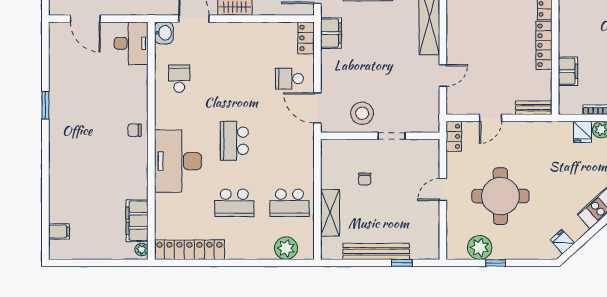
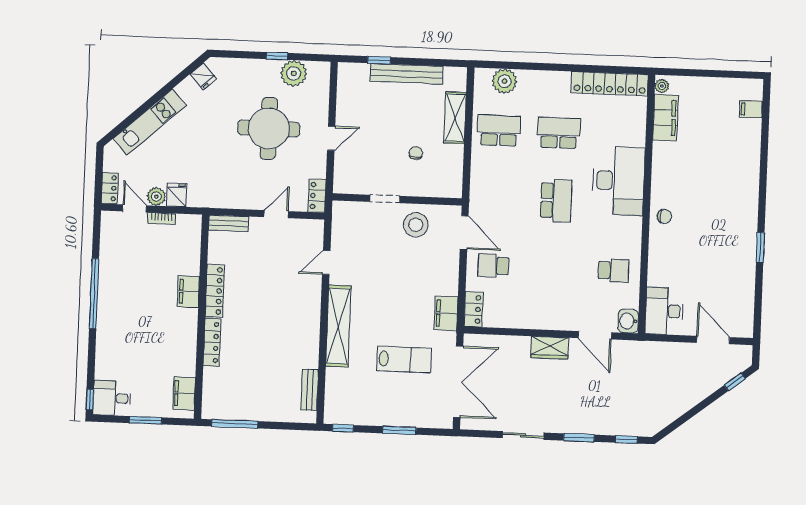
filing cabinet: (568, 71) -> (189, 292), moved
school desk: (179, 79) -> (613, 270), turned -90
school desk: (289, 79) -> (493, 266), turned 180

